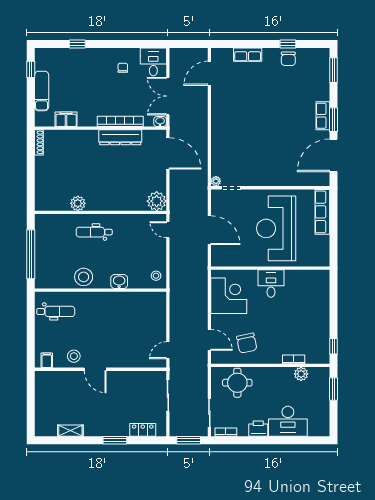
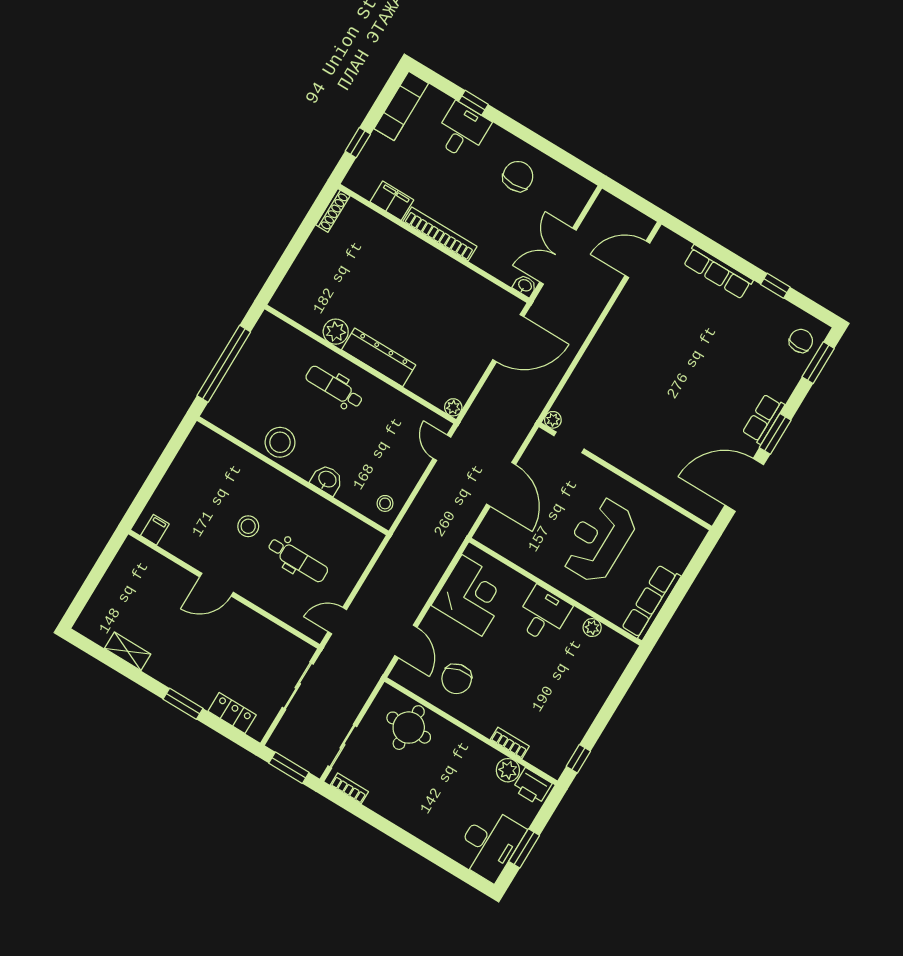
row of seats: (248, 55) -> (718, 272), width x1.48
chair: (288, 59) -> (801, 341), moved, turned 180
desk: (153, 62) -> (462, 131), moved
chair: (123, 68) -> (518, 176), width x1.87, depth x1.87
window: (31, 69) -> (358, 143), moved
exam couch: (42, 91) -> (401, 106), moved
bookcase: (120, 121) -> (440, 234), moved
dresser: (120, 137) -> (379, 357), moved, turned 180
door: (168, 153) -> (508, 338), hinge flipped
plant: (157, 201) -> (453, 407), width x0.53, depth x0.53
row of seats: (322, 212) -> (651, 602), moved
reception desk: (276, 228) -> (598, 540), width x0.74, depth x0.77
plant: (300, 275) -> (592, 628), added
dental chair: (56, 311) -> (298, 560), moved
stool: (74, 356) -> (248, 526), moved
door: (95, 369) -> (216, 585), hinge flipped
window: (334, 389) -> (524, 848), moved
desk: (288, 421) -> (490, 844), moved, turned -90
printer: (258, 429) -> (532, 786), moved, turned 180

